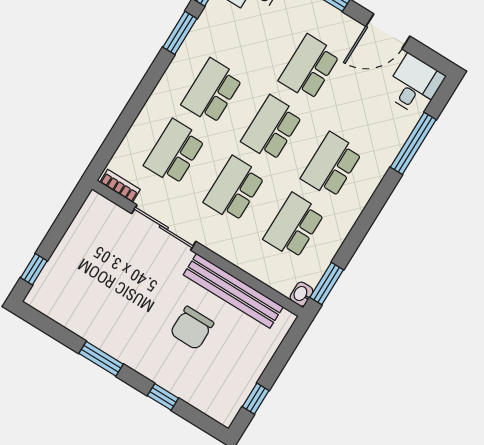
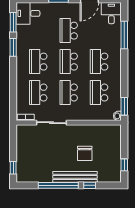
bench: (233, 291) -> (75, 177), moved
window: (101, 359) -> (58, 185), width x2.11

